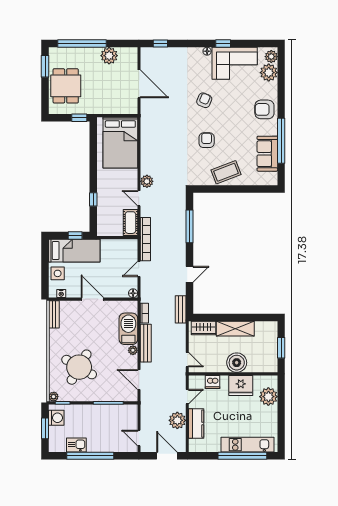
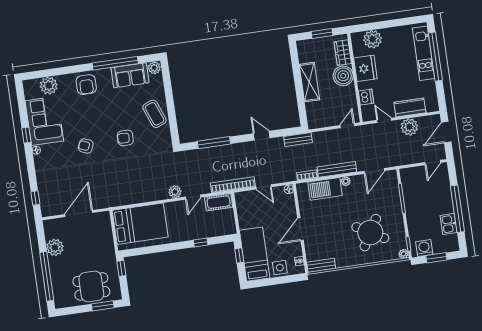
plant: (271, 57) -> (154, 68), moved
window: (45, 66) -> (103, 306), moved
wardrobe: (203, 328) -> (343, 53), moved, turned 180

